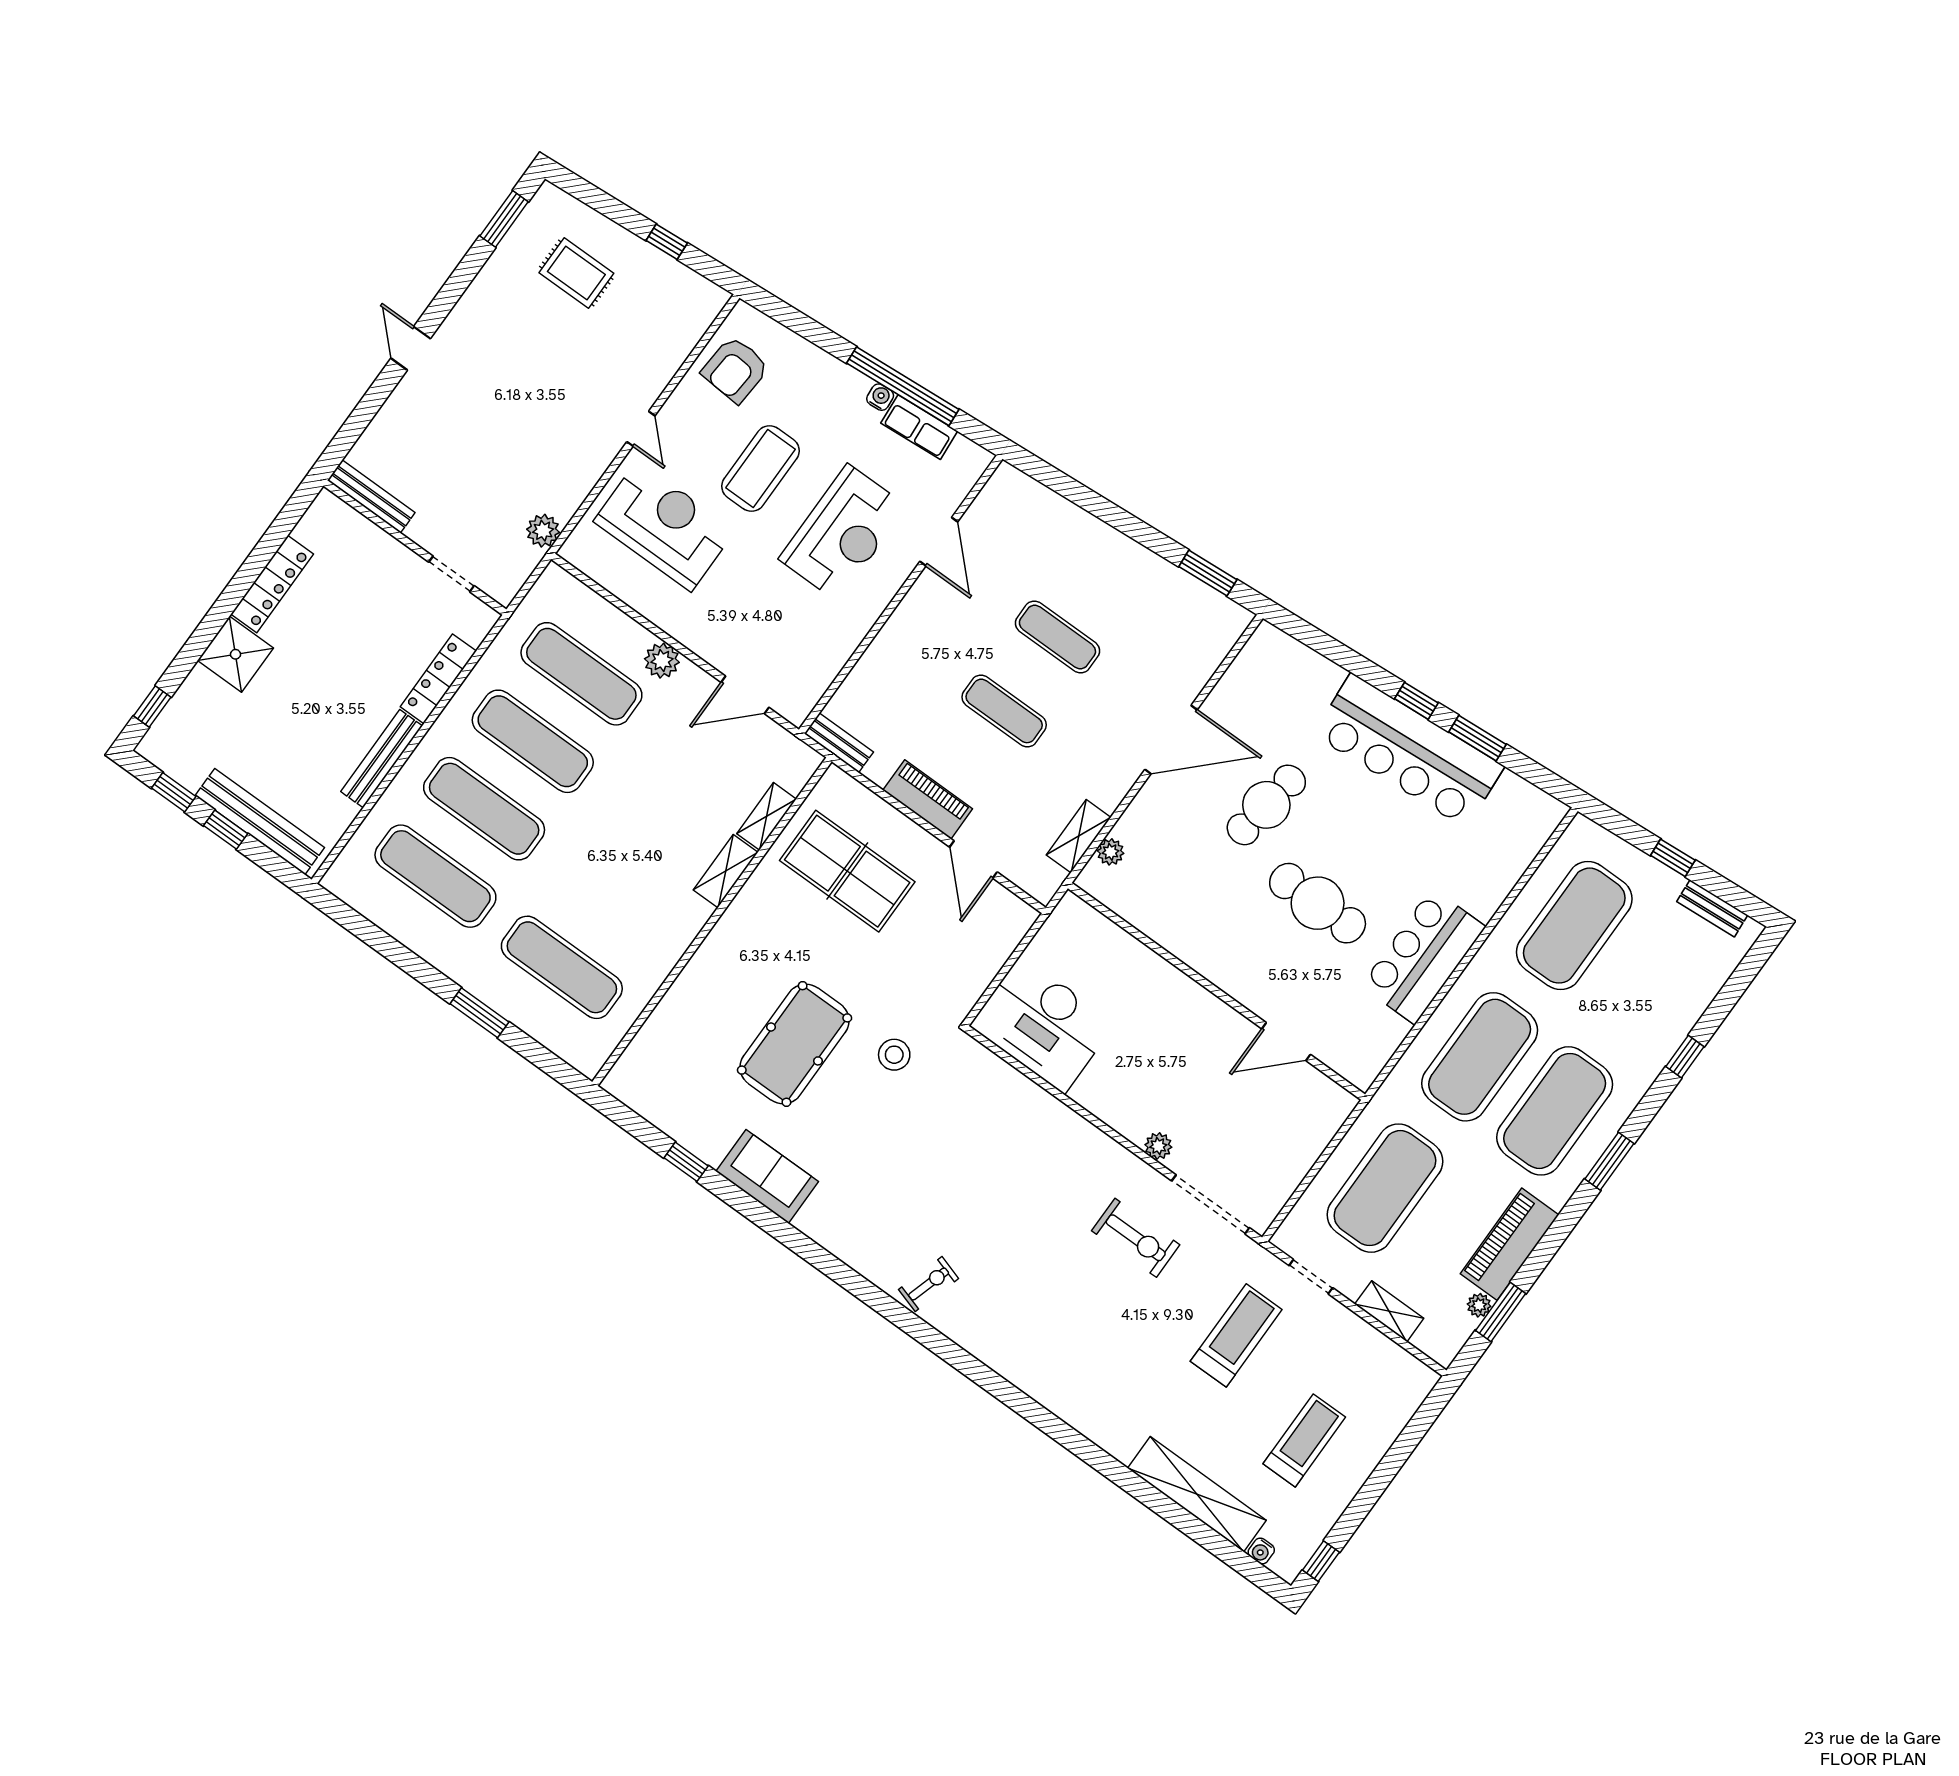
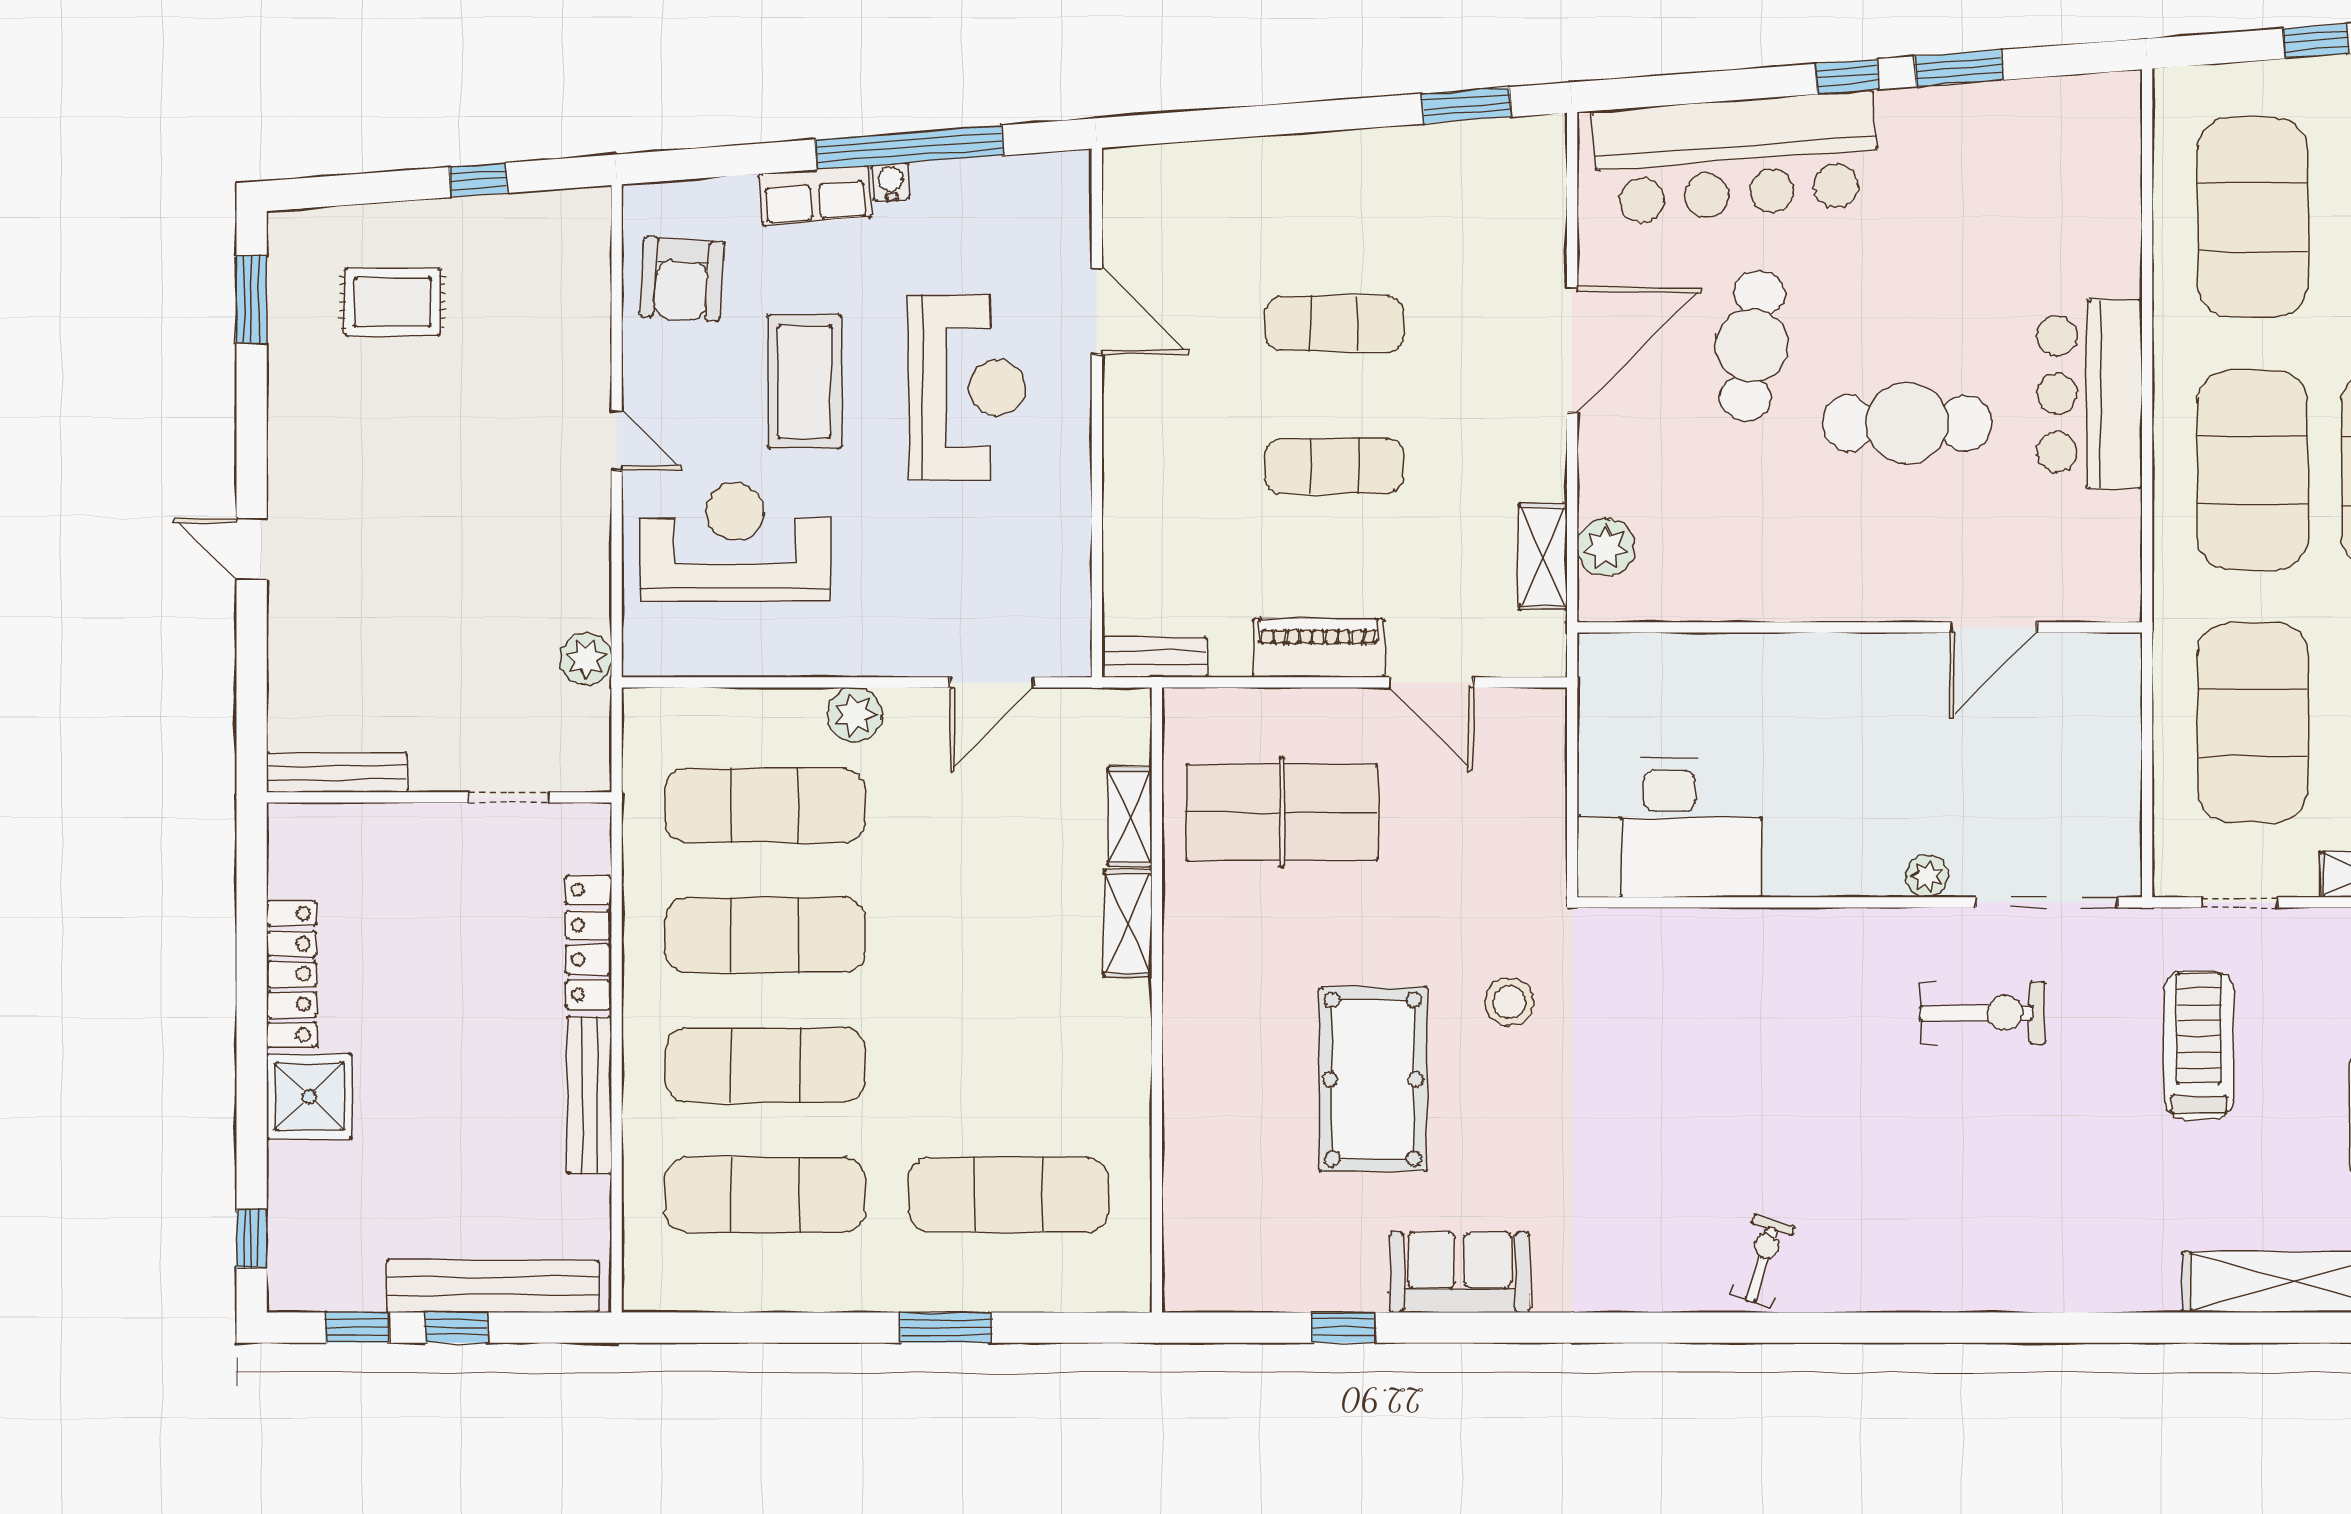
row of seats: (919, 427) -> (815, 196), moved
bar counter: (1409, 751) -> (1736, 158), moved
plant: (1111, 852) -> (1606, 547), width x1.38, depth x1.38

